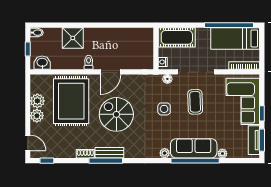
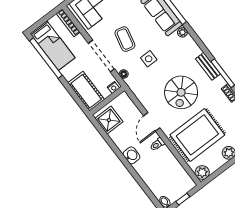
shower: (73, 38) -> (109, 120), moved
washbasin: (42, 63) -> (131, 155), moved, turned 180
door: (111, 72) -> (152, 122), swing flipped
plant: (37, 101) -> (202, 173), moved
coffee table: (195, 102) -> (125, 39), turned -75
bench: (109, 153) -> (208, 66), moved

